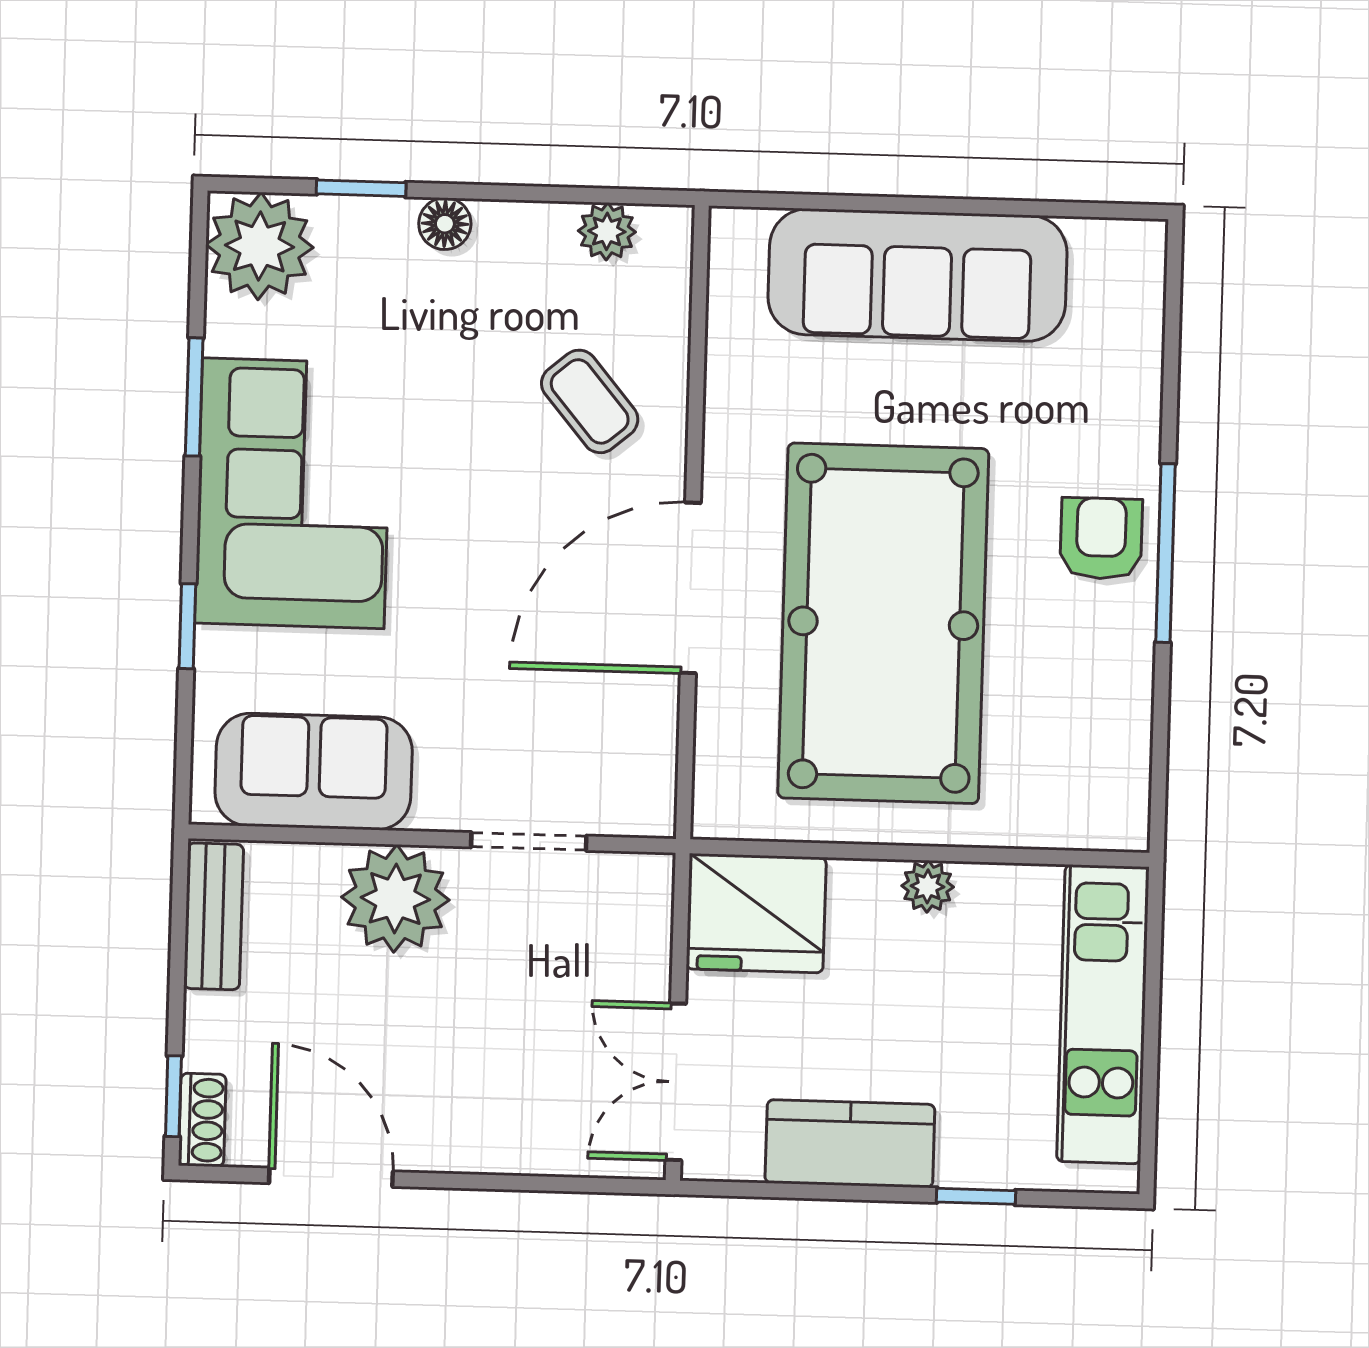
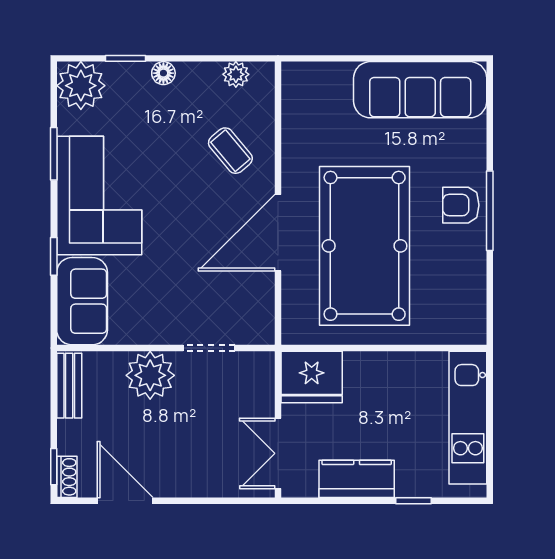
sofa: (917, 275) -> (420, 90), moved
armchair: (1101, 538) -> (461, 205), turned -90
sofa: (314, 772) -> (82, 301), moved, turned 90
plant: (928, 886) -> (388, 363), removed

